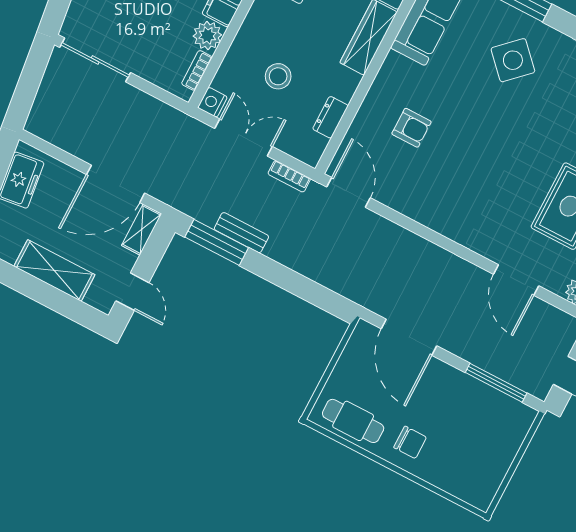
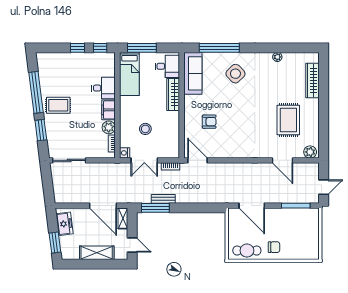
dresser: (330, 117) -> (175, 134), removed
double door: (243, 137) -> (144, 160), swing flipped
door: (116, 184) -> (103, 206), hinge flipped

